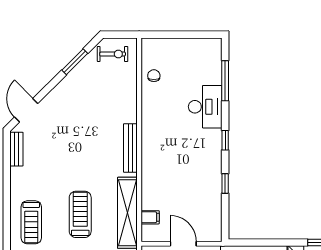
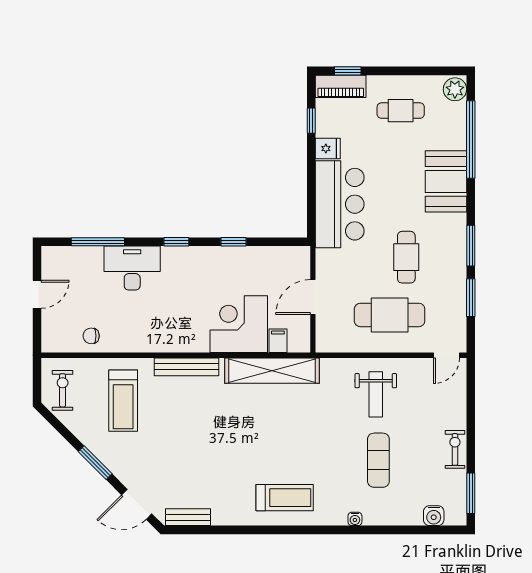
door: (185, 35) -> (37, 294), added
window: (75, 62) -> (95, 463), moved
corner desk: (163, 188) -> (239, 324), added
treadmill: (80, 214) -> (123, 401), moved, turned -90

